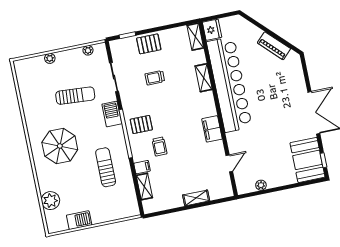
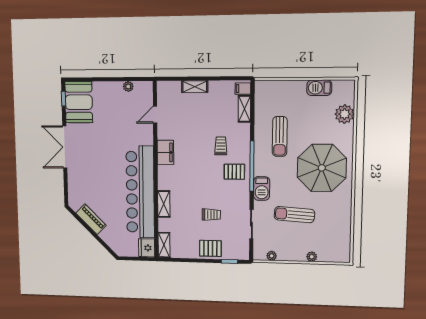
parasol: (60, 146) -> (322, 168), width x1.36, depth x1.36
filing cabinet: (142, 167) -> (243, 89), moved

